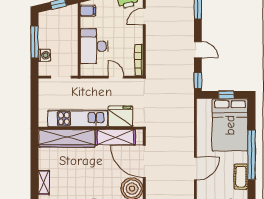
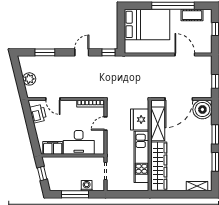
filing cabinet: (88, 11) -> (53, 148), width x2.00
window: (226, 95) -> (121, 28), removed

